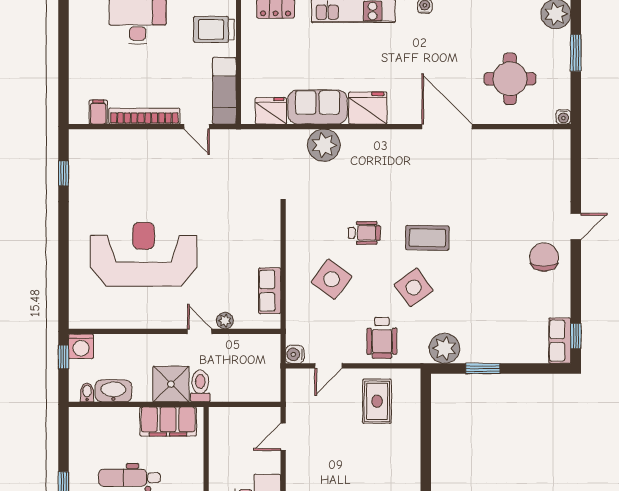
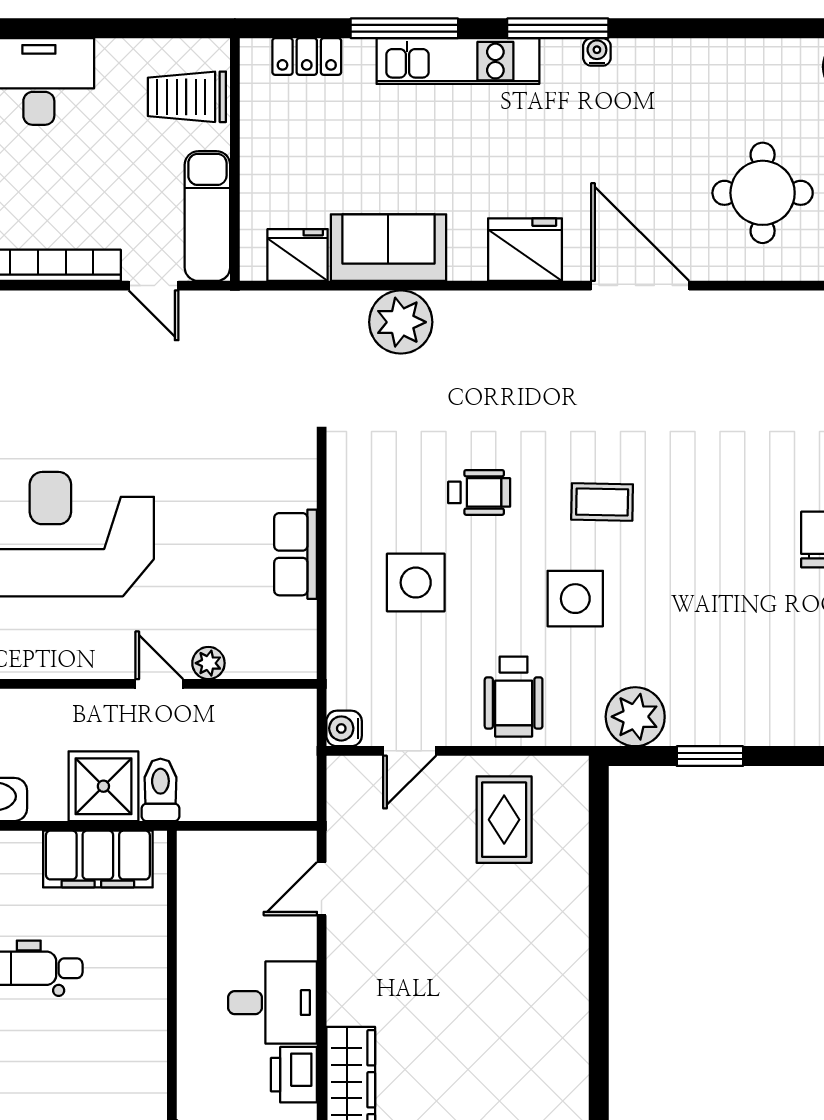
fridge: (368, 108) -> (525, 250), moved
coffee table: (427, 238) -> (602, 502), width x0.73, depth x0.77
side table: (332, 279) -> (416, 583), turned -37
side table: (414, 288) -> (575, 599), turned 36
row of seats: (270, 291) -> (296, 554), moved

